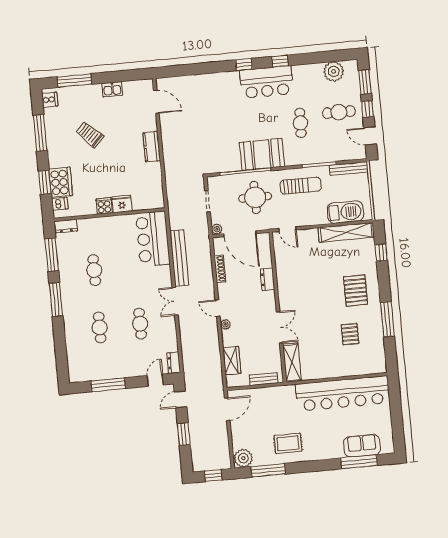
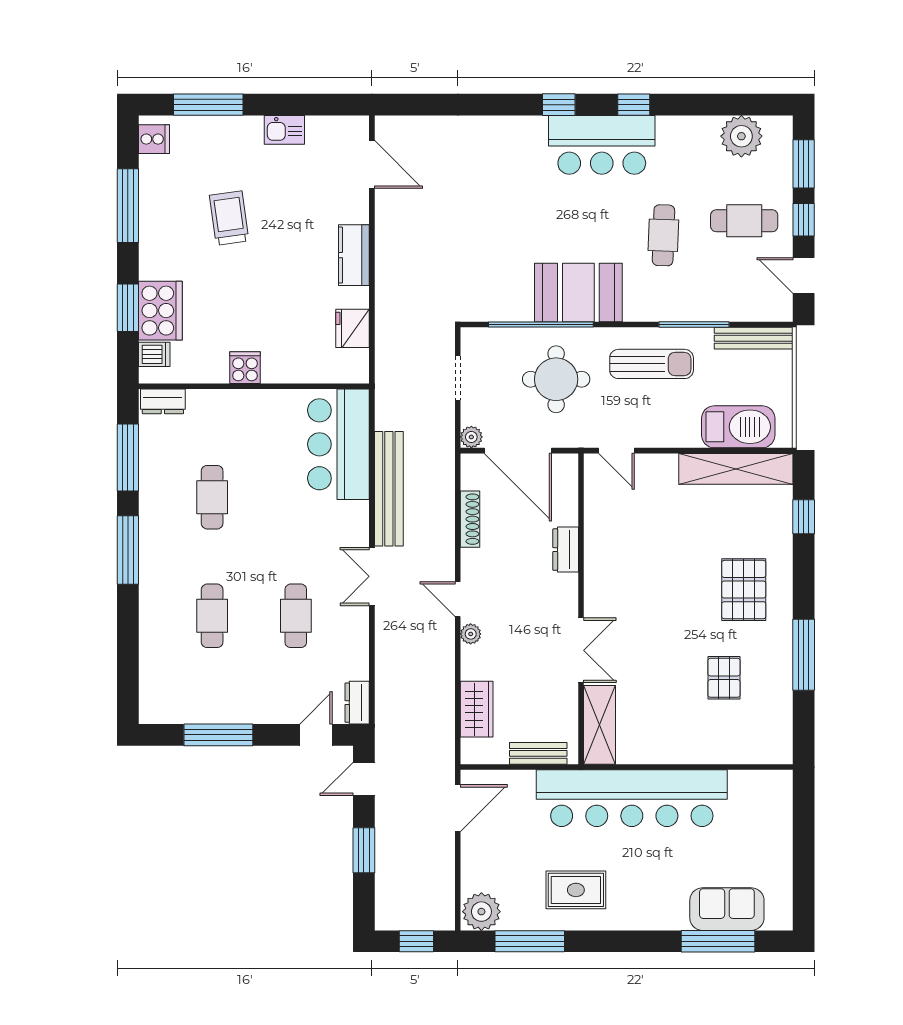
trolley: (90, 134) -> (229, 218), turned 38
fridge: (122, 204) -> (353, 328), moved, turned -90
bar counter: (343, 393) -> (632, 798), moved

